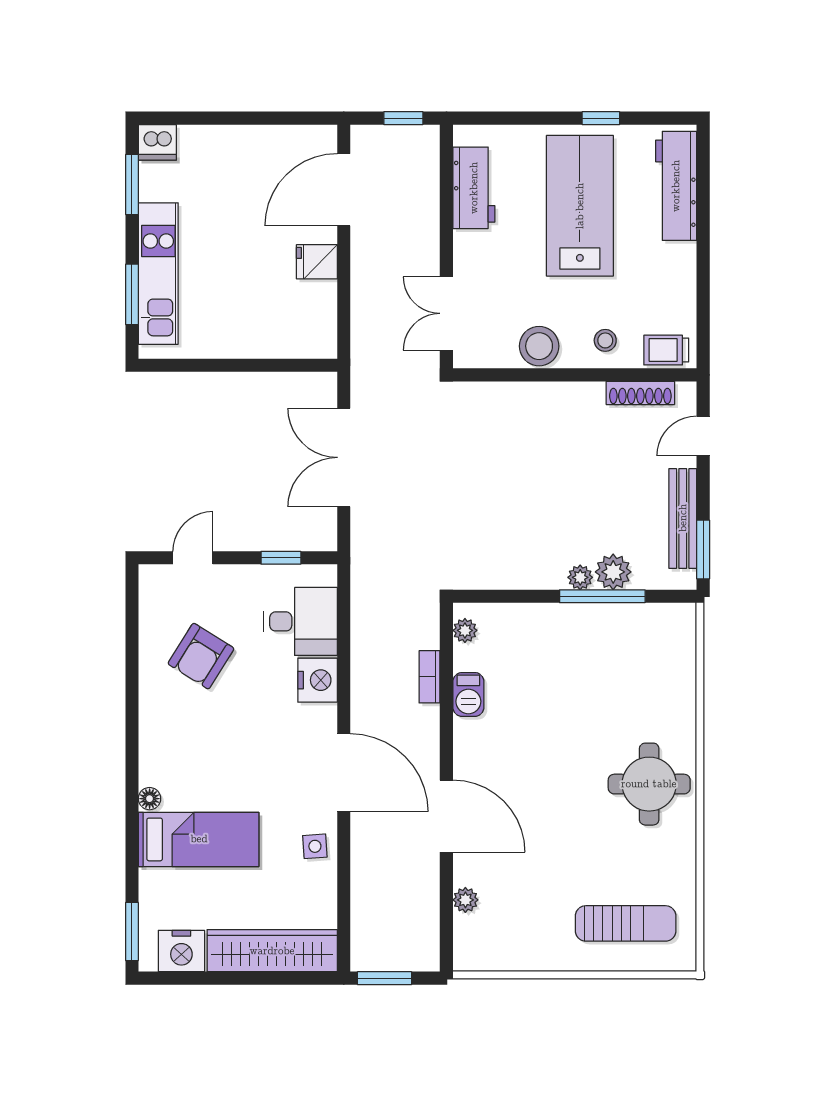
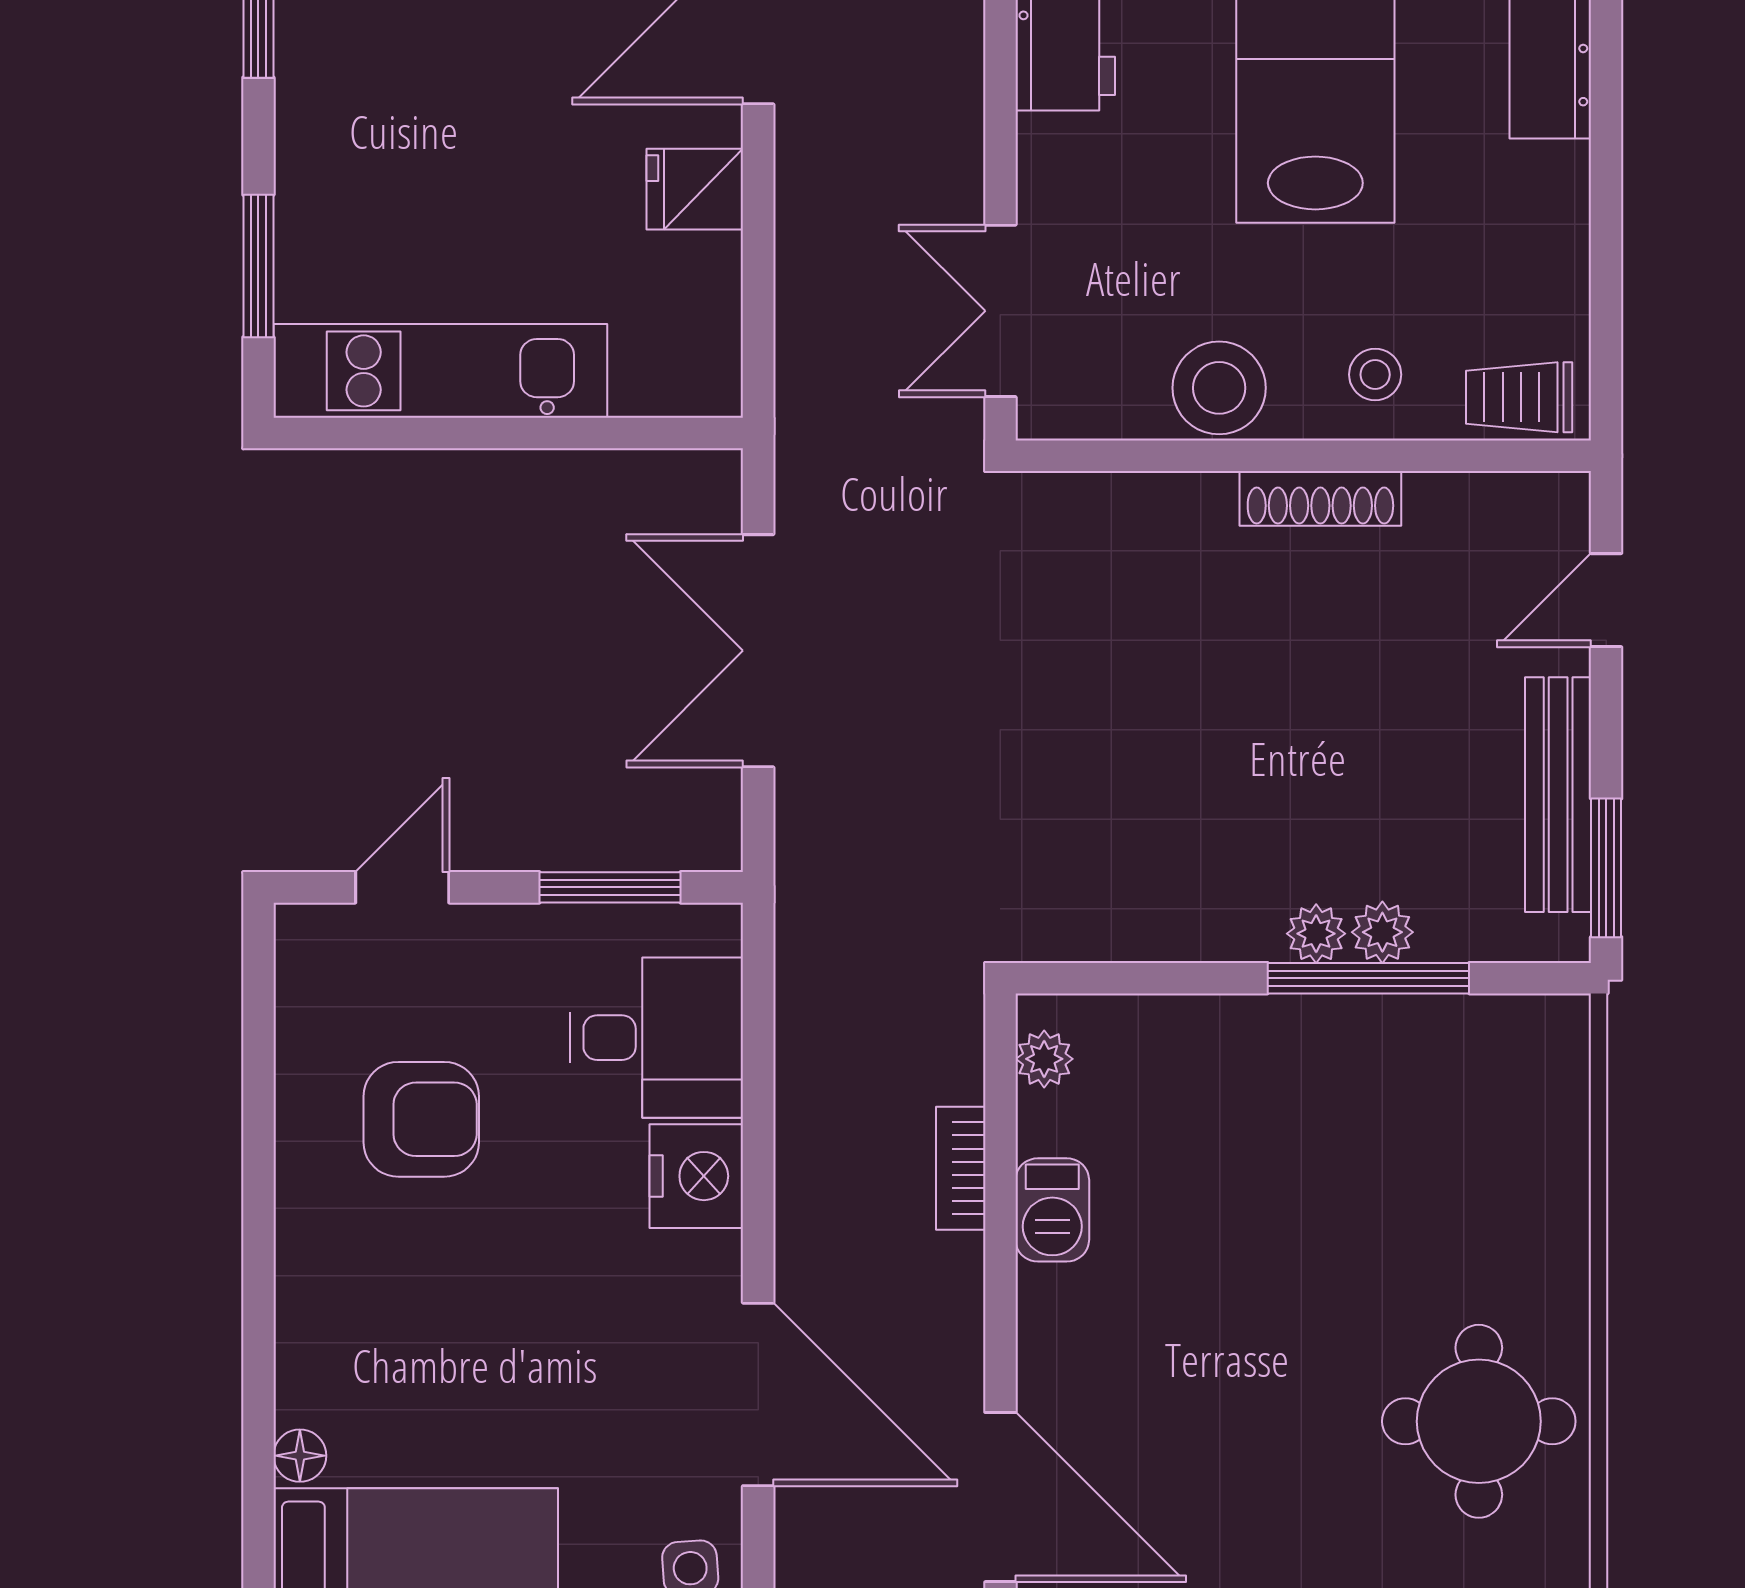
kitchen unit: (158, 274) -> (440, 371), moved, turned -90
shoe rack: (640, 393) -> (1320, 498), moved
window: (281, 558) -> (610, 887), width x1.50
plant: (613, 572) -> (1382, 932), width x0.73, depth x0.73
armchair: (201, 656) -> (421, 1119), turned -122

